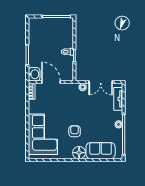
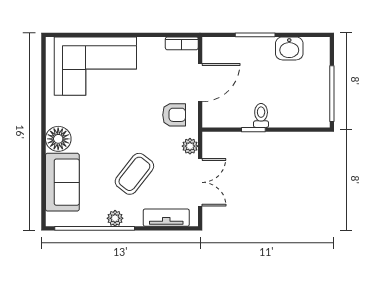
washbasin: (34, 74) -> (289, 48), moved
double door: (101, 82) -> (200, 182), swing flipped
coffee table: (96, 115) -> (134, 174), added
armchair: (75, 131) -> (174, 115), moved

